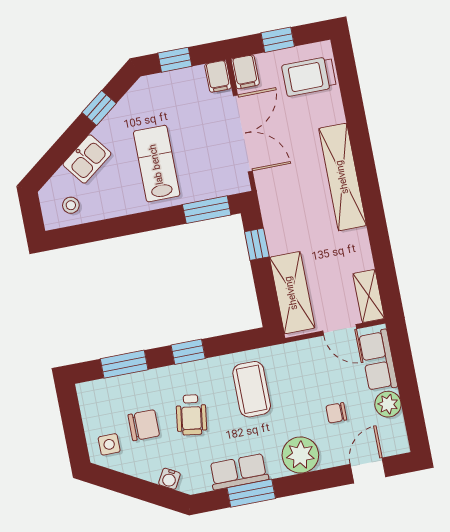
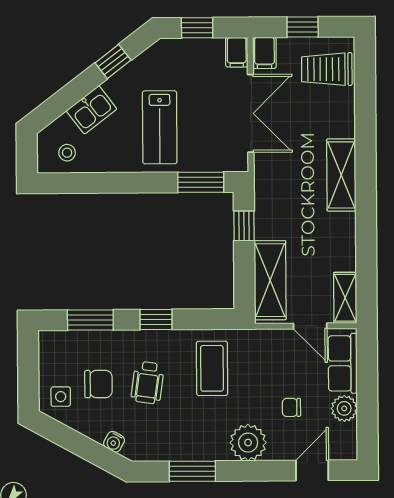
lab bench: (157, 164) -> (160, 127), turned 180
shelving: (343, 177) -> (341, 175), width x0.68
row of seats: (239, 472) -> (184, 448), removed

